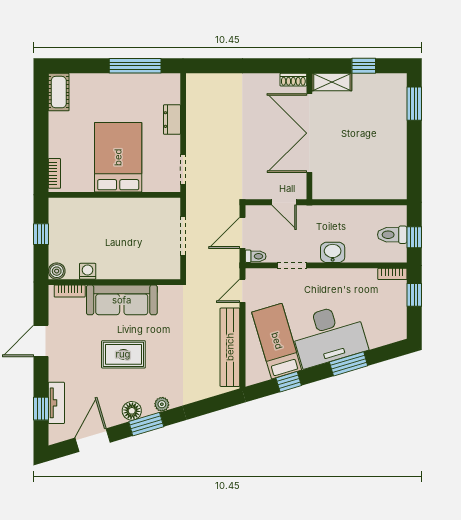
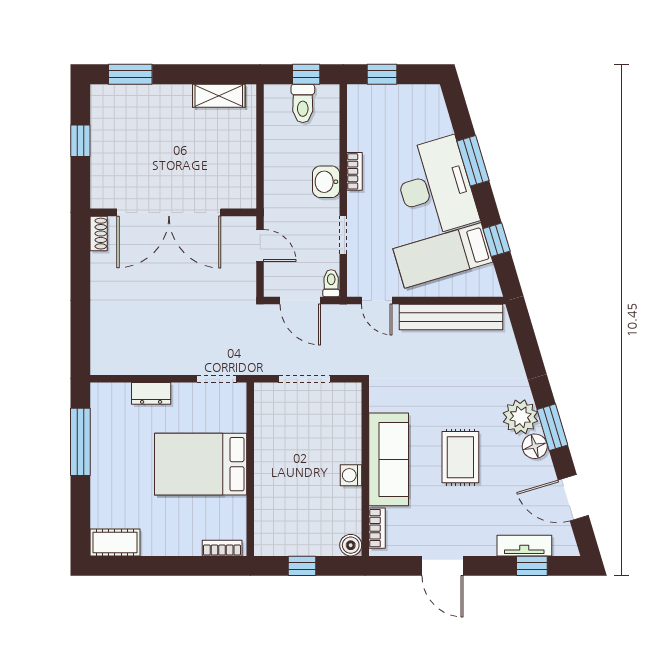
shelving: (332, 82) -> (219, 96), moved, turned 90
door: (284, 202) -> (260, 246), hinge flipped
washing machine: (88, 271) -> (351, 475), moved
bookcase: (392, 274) -> (354, 171), moved
plant: (162, 404) -> (520, 417), width x1.88, depth x1.88

